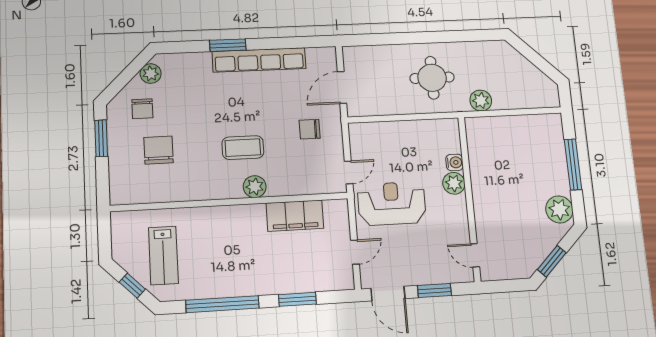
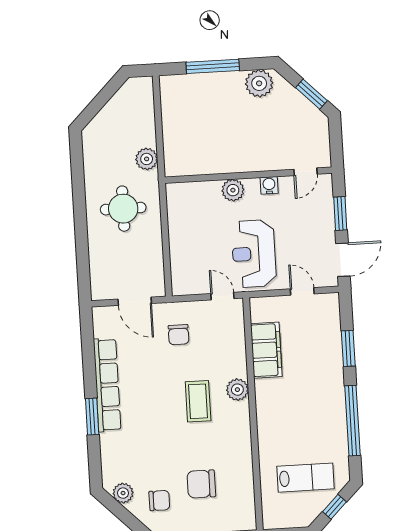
water cooler: (455, 162) -> (269, 185), moved

